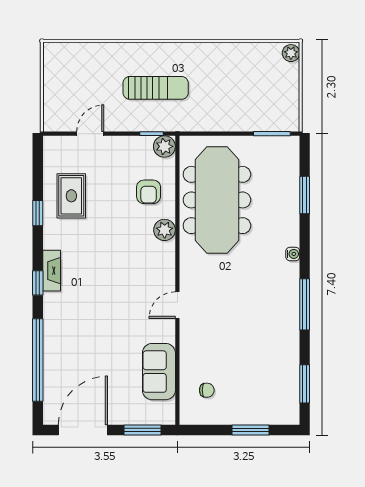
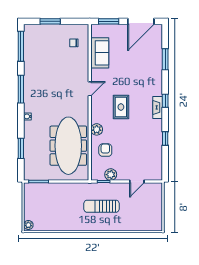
plant: (164, 146) -> (111, 175), moved
rug: (71, 196) -> (121, 107), moved
window: (38, 360) -> (165, 59), width x0.47
window: (305, 384) -> (21, 46), width x1.44

